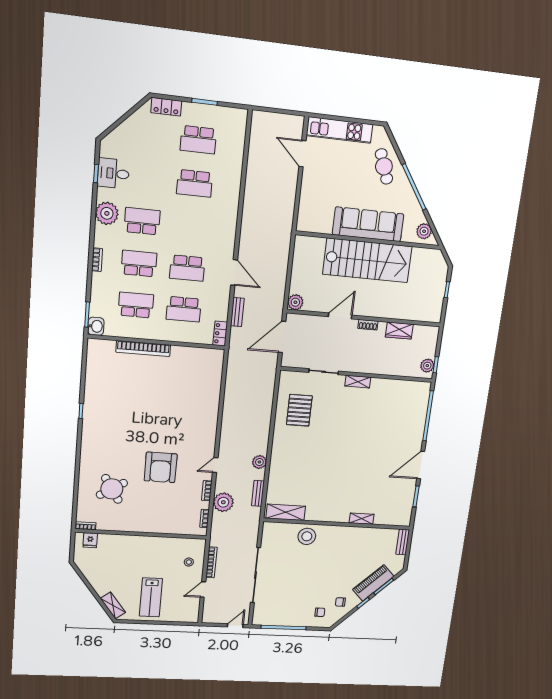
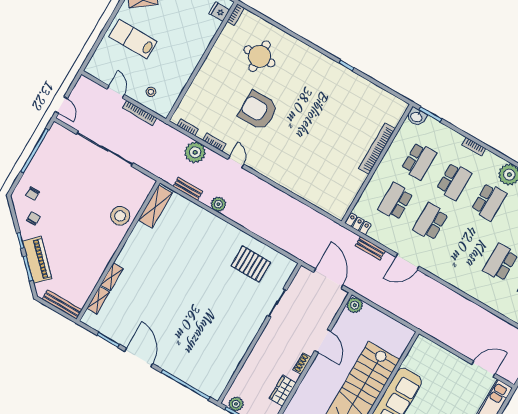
shelving: (358, 382) -> (98, 300), moved
round table: (112, 489) -> (260, 56), turned 32
bench: (403, 542) -> (62, 304), width x1.36

